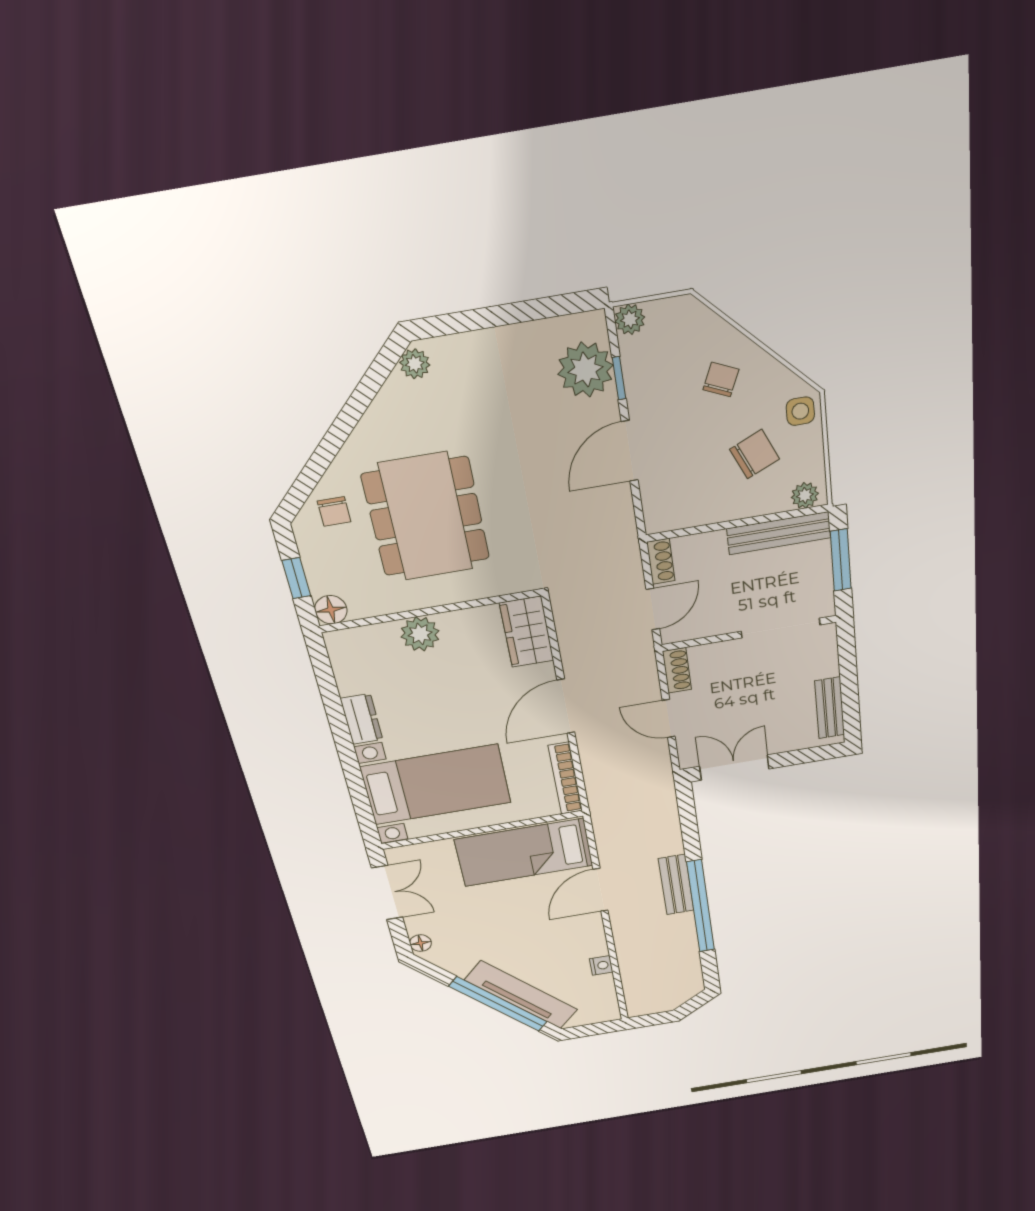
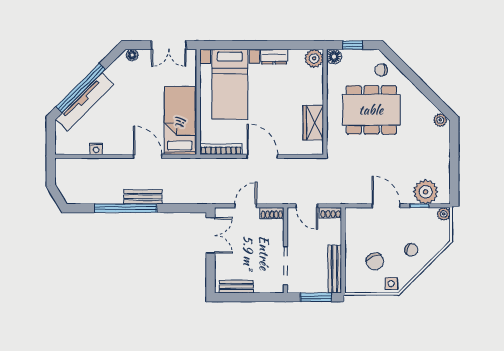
plant: (805, 495) -> (351, 283), removed
wardrobe: (527, 632) -> (313, 123), moved, turned -90
plant: (420, 634) -> (314, 58), moved

